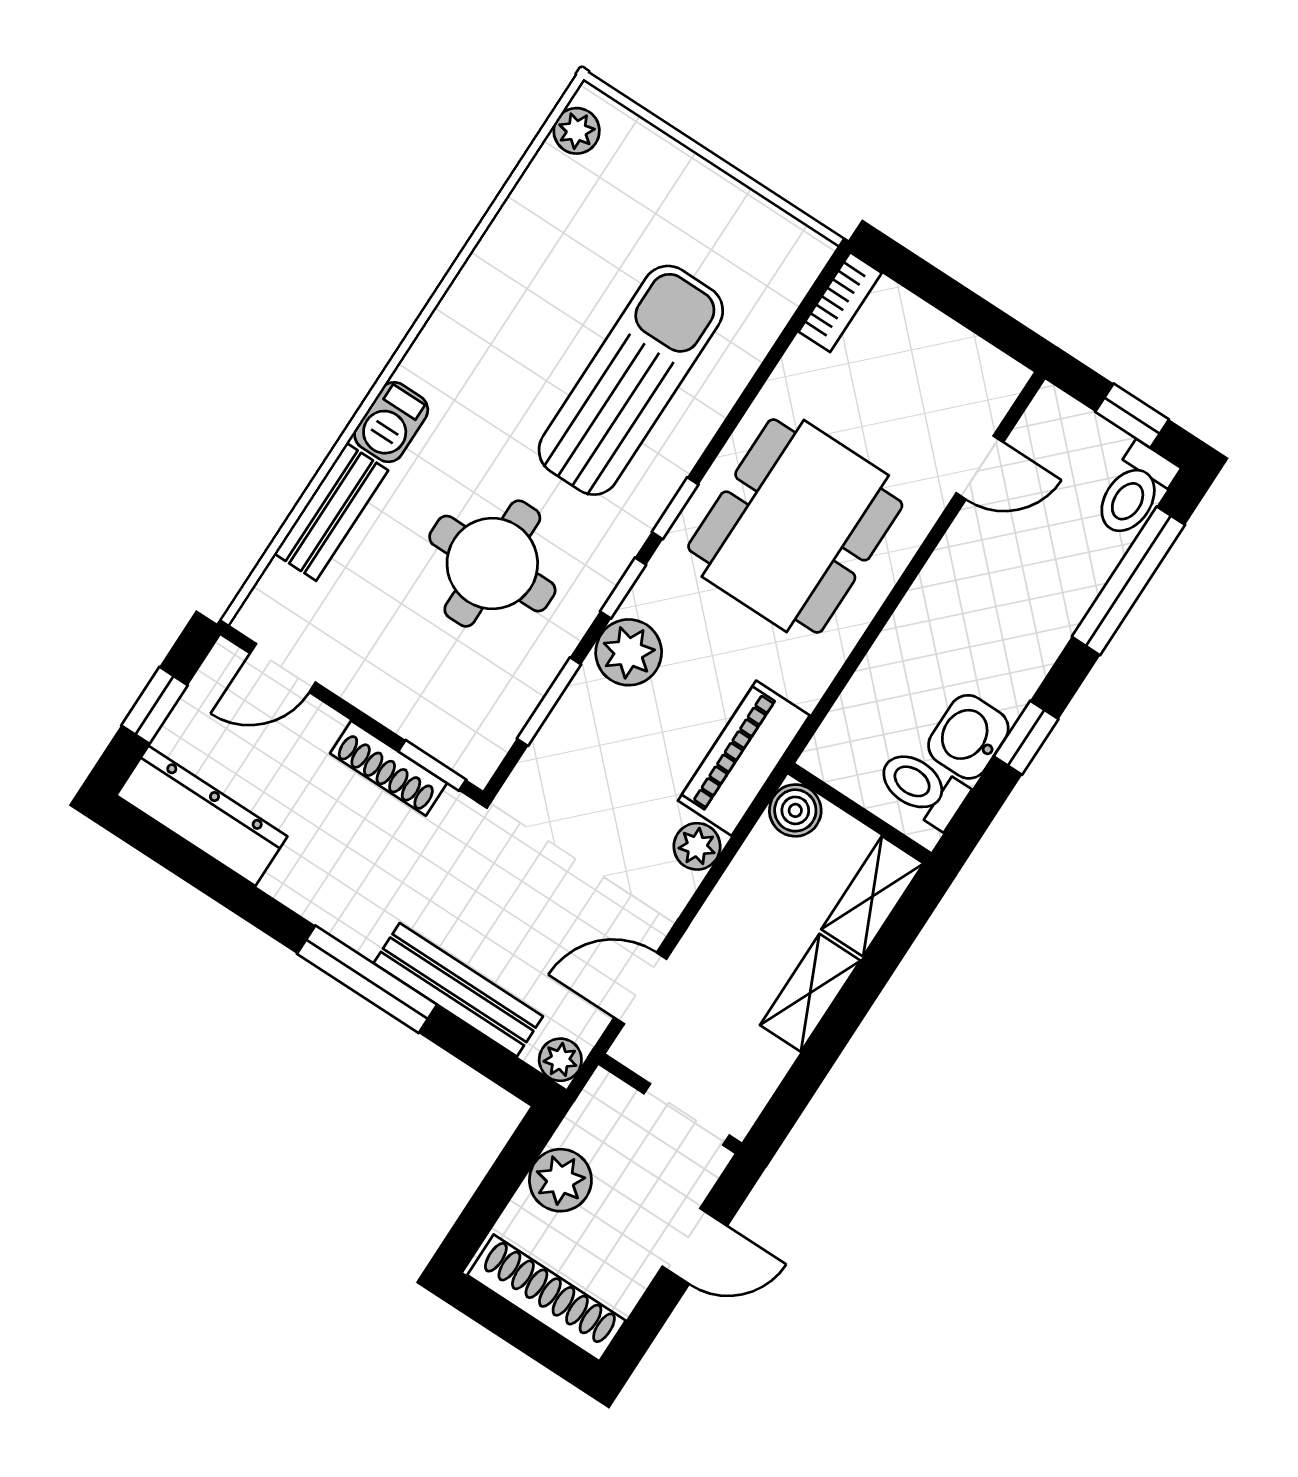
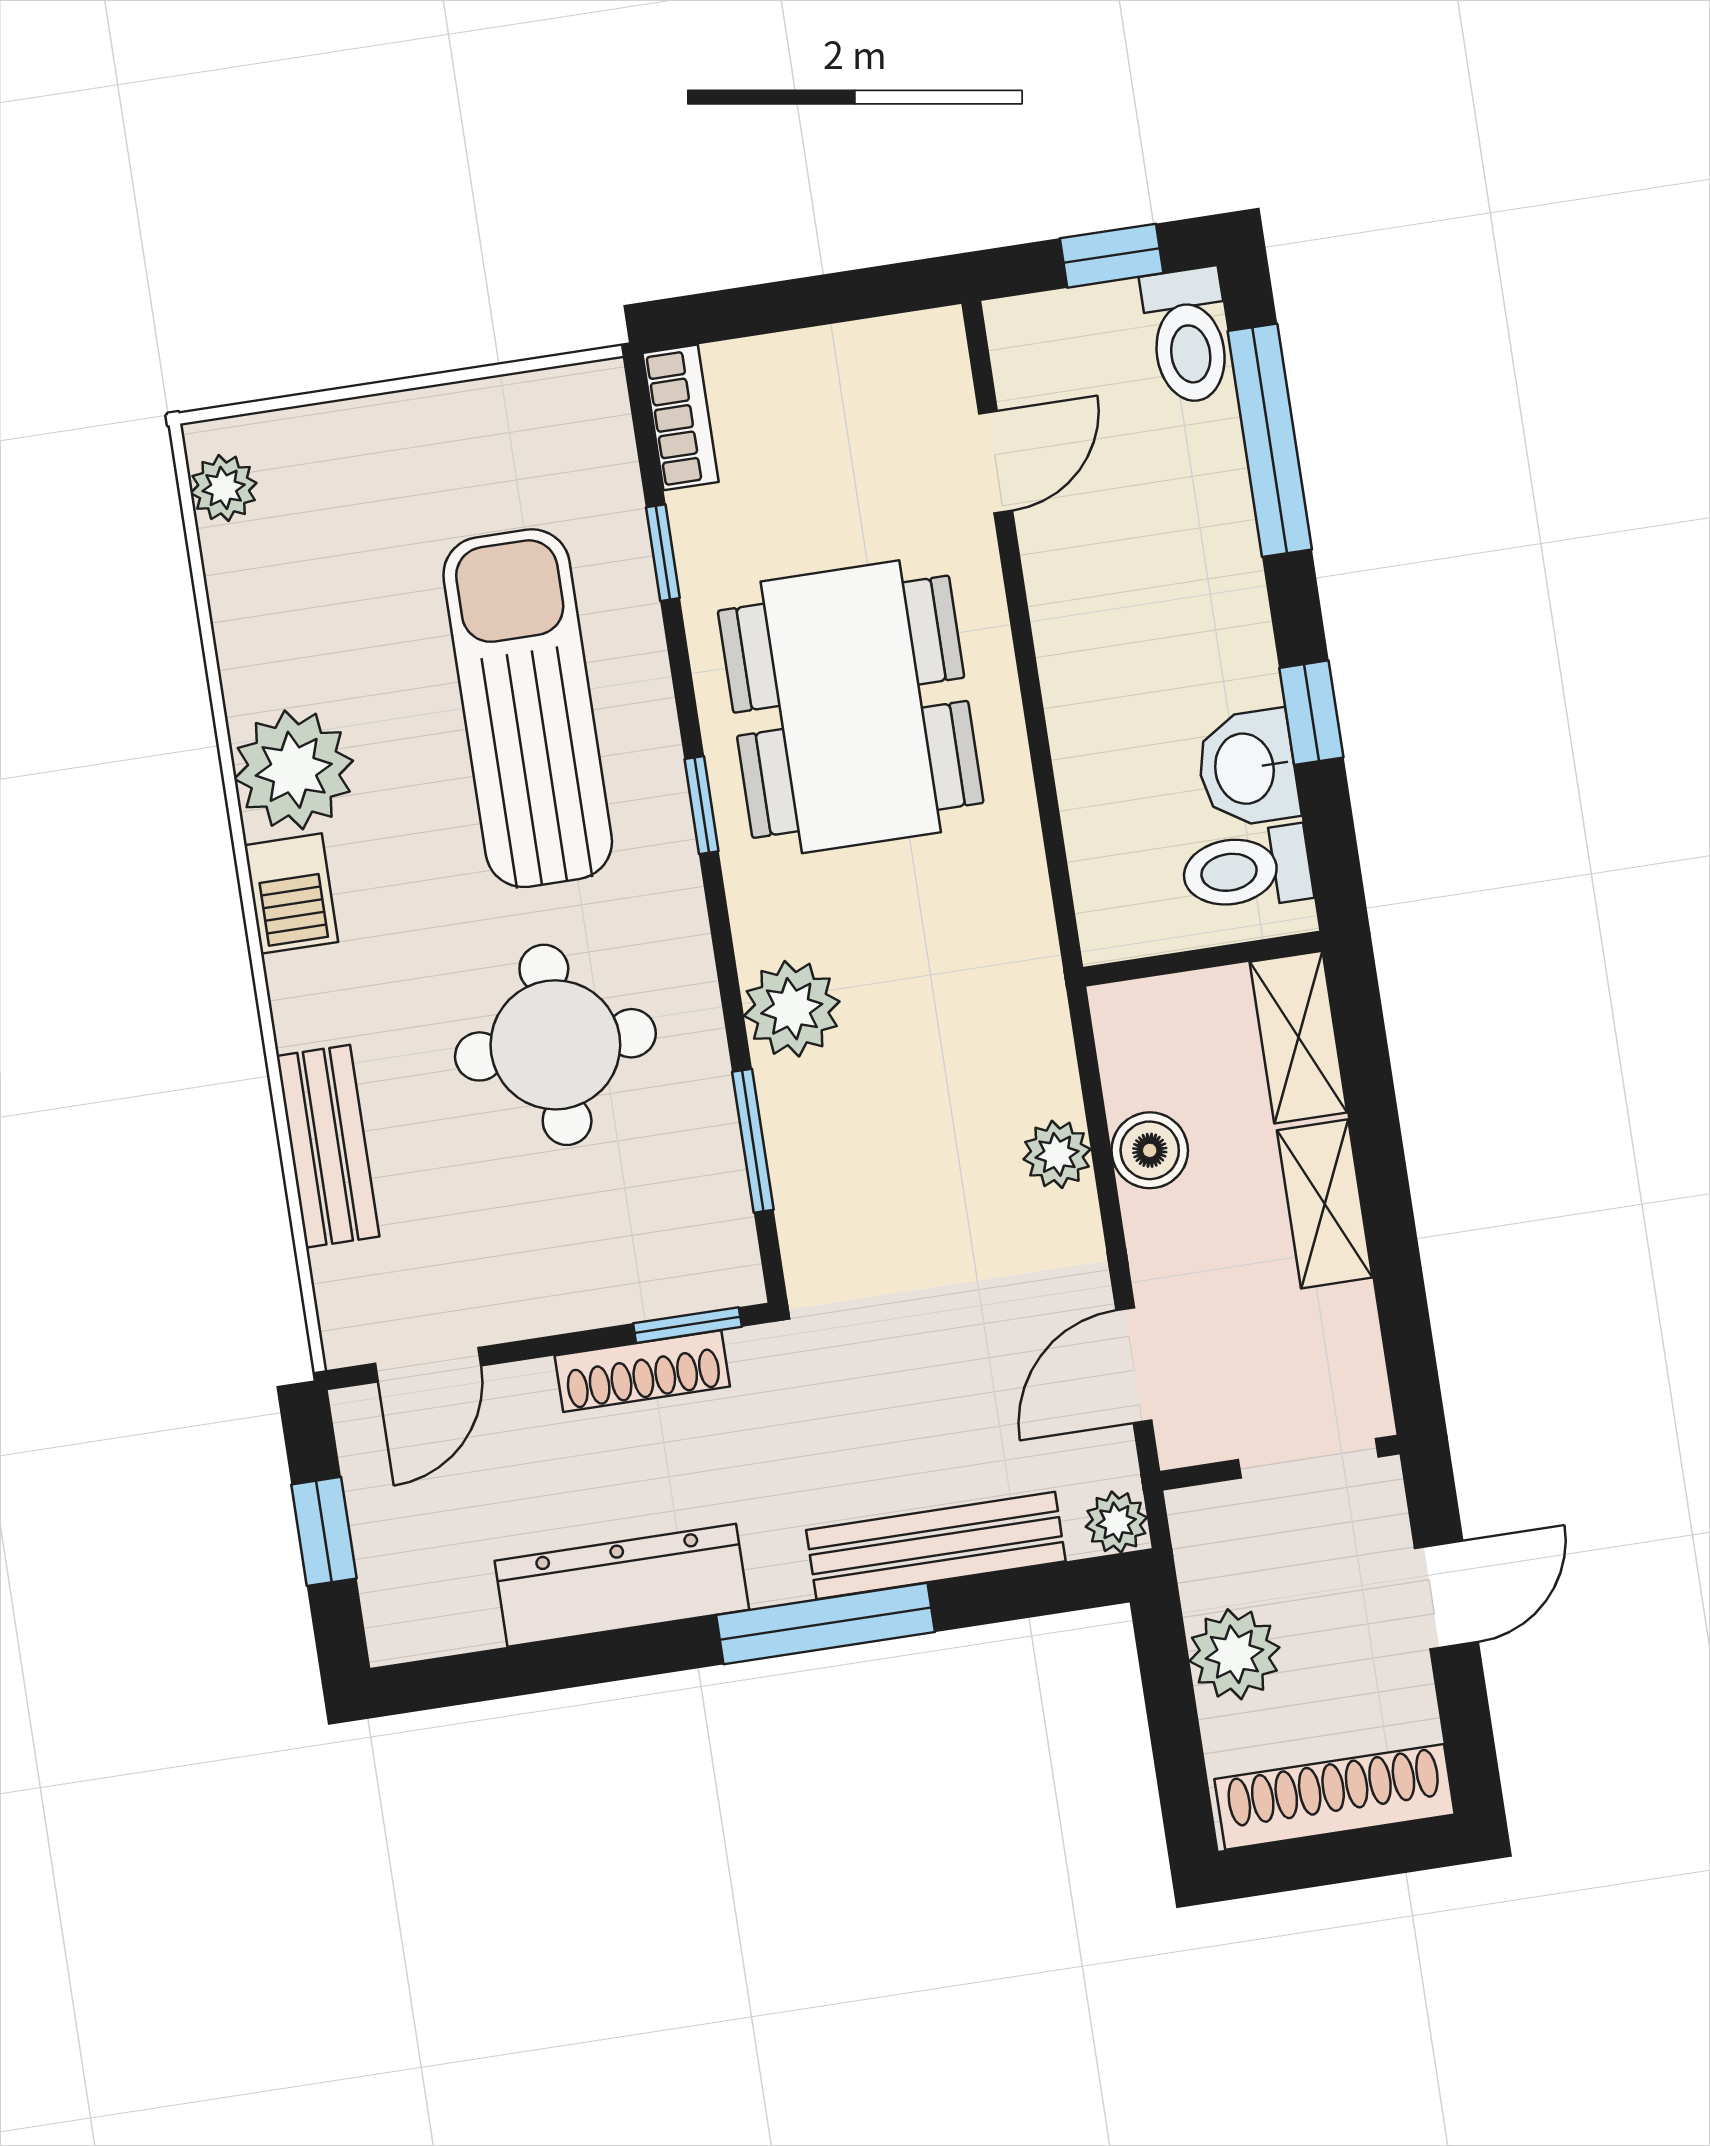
plant: (484, 305) -> (294, 770), added
barbecue: (391, 422) -> (291, 894), moved
window: (623, 588) -> (663, 553), moved
piano: (744, 758) -> (1022, 1012), removed
boiler: (795, 810) -> (1150, 1150), moved
dresser: (202, 816) -> (622, 1585), moved

